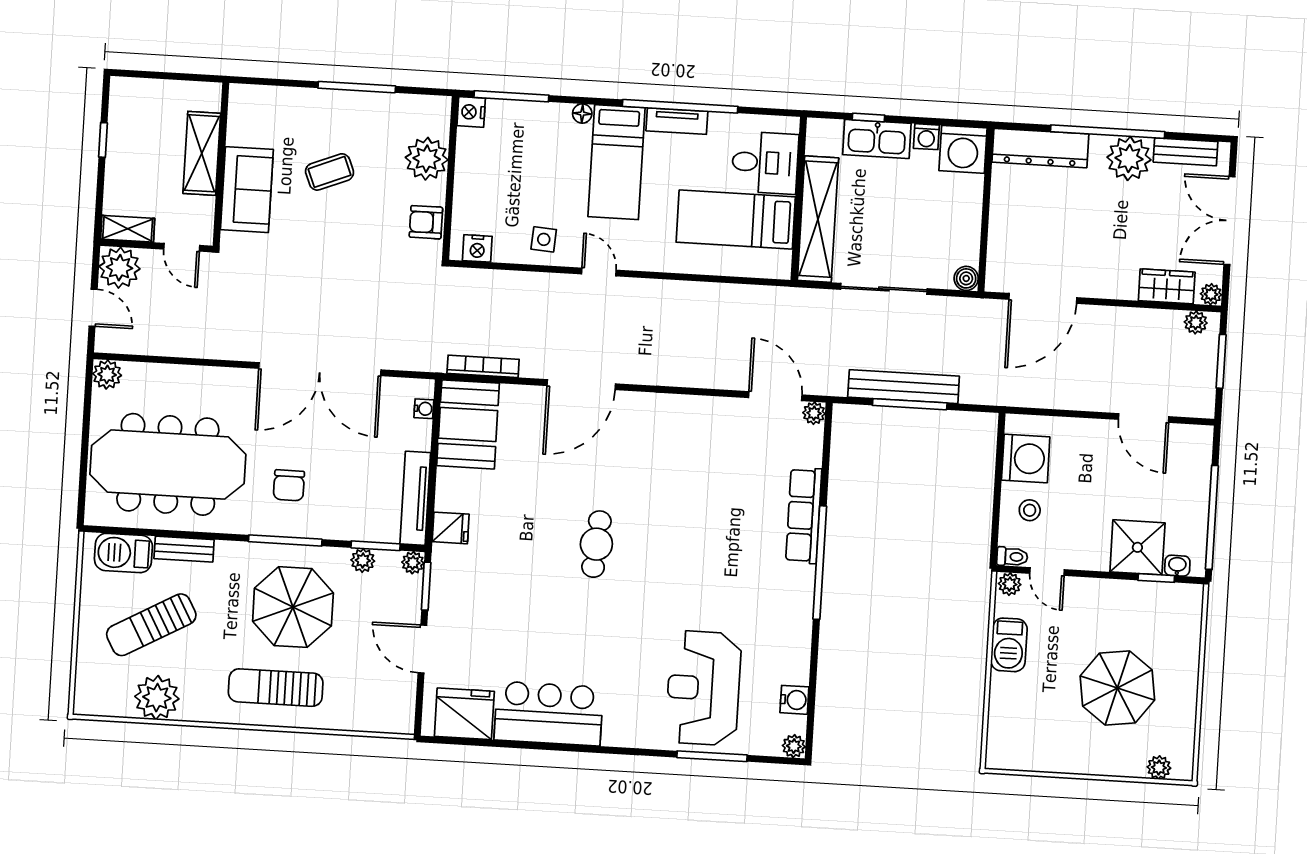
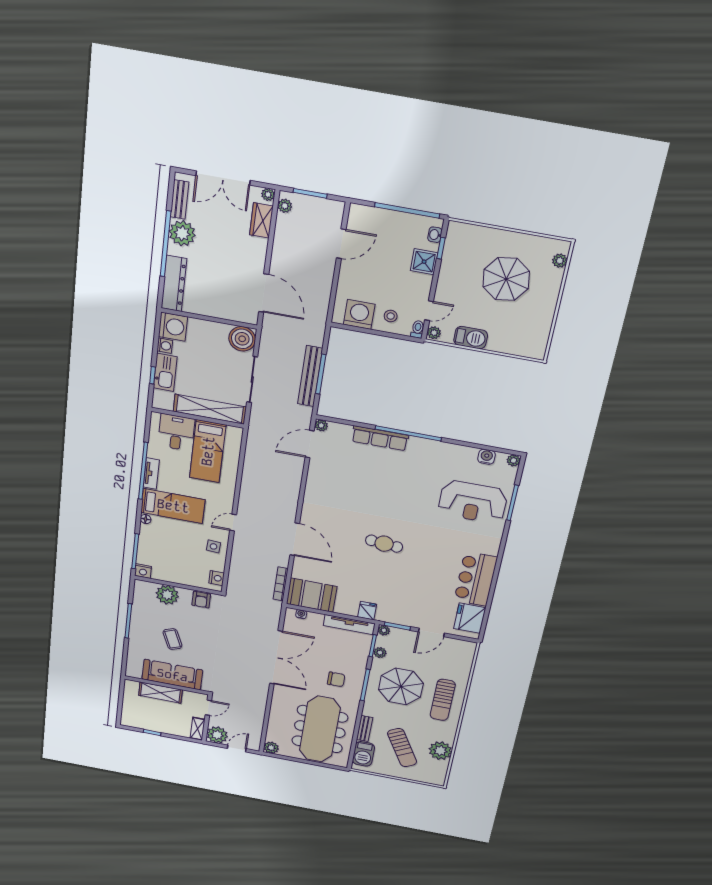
sofa: (247, 190) -> (172, 675), width x1.36
boiler: (966, 278) -> (242, 339), width x1.86, depth x1.86
shower: (1137, 547) -> (424, 262), width x0.73, depth x0.73

